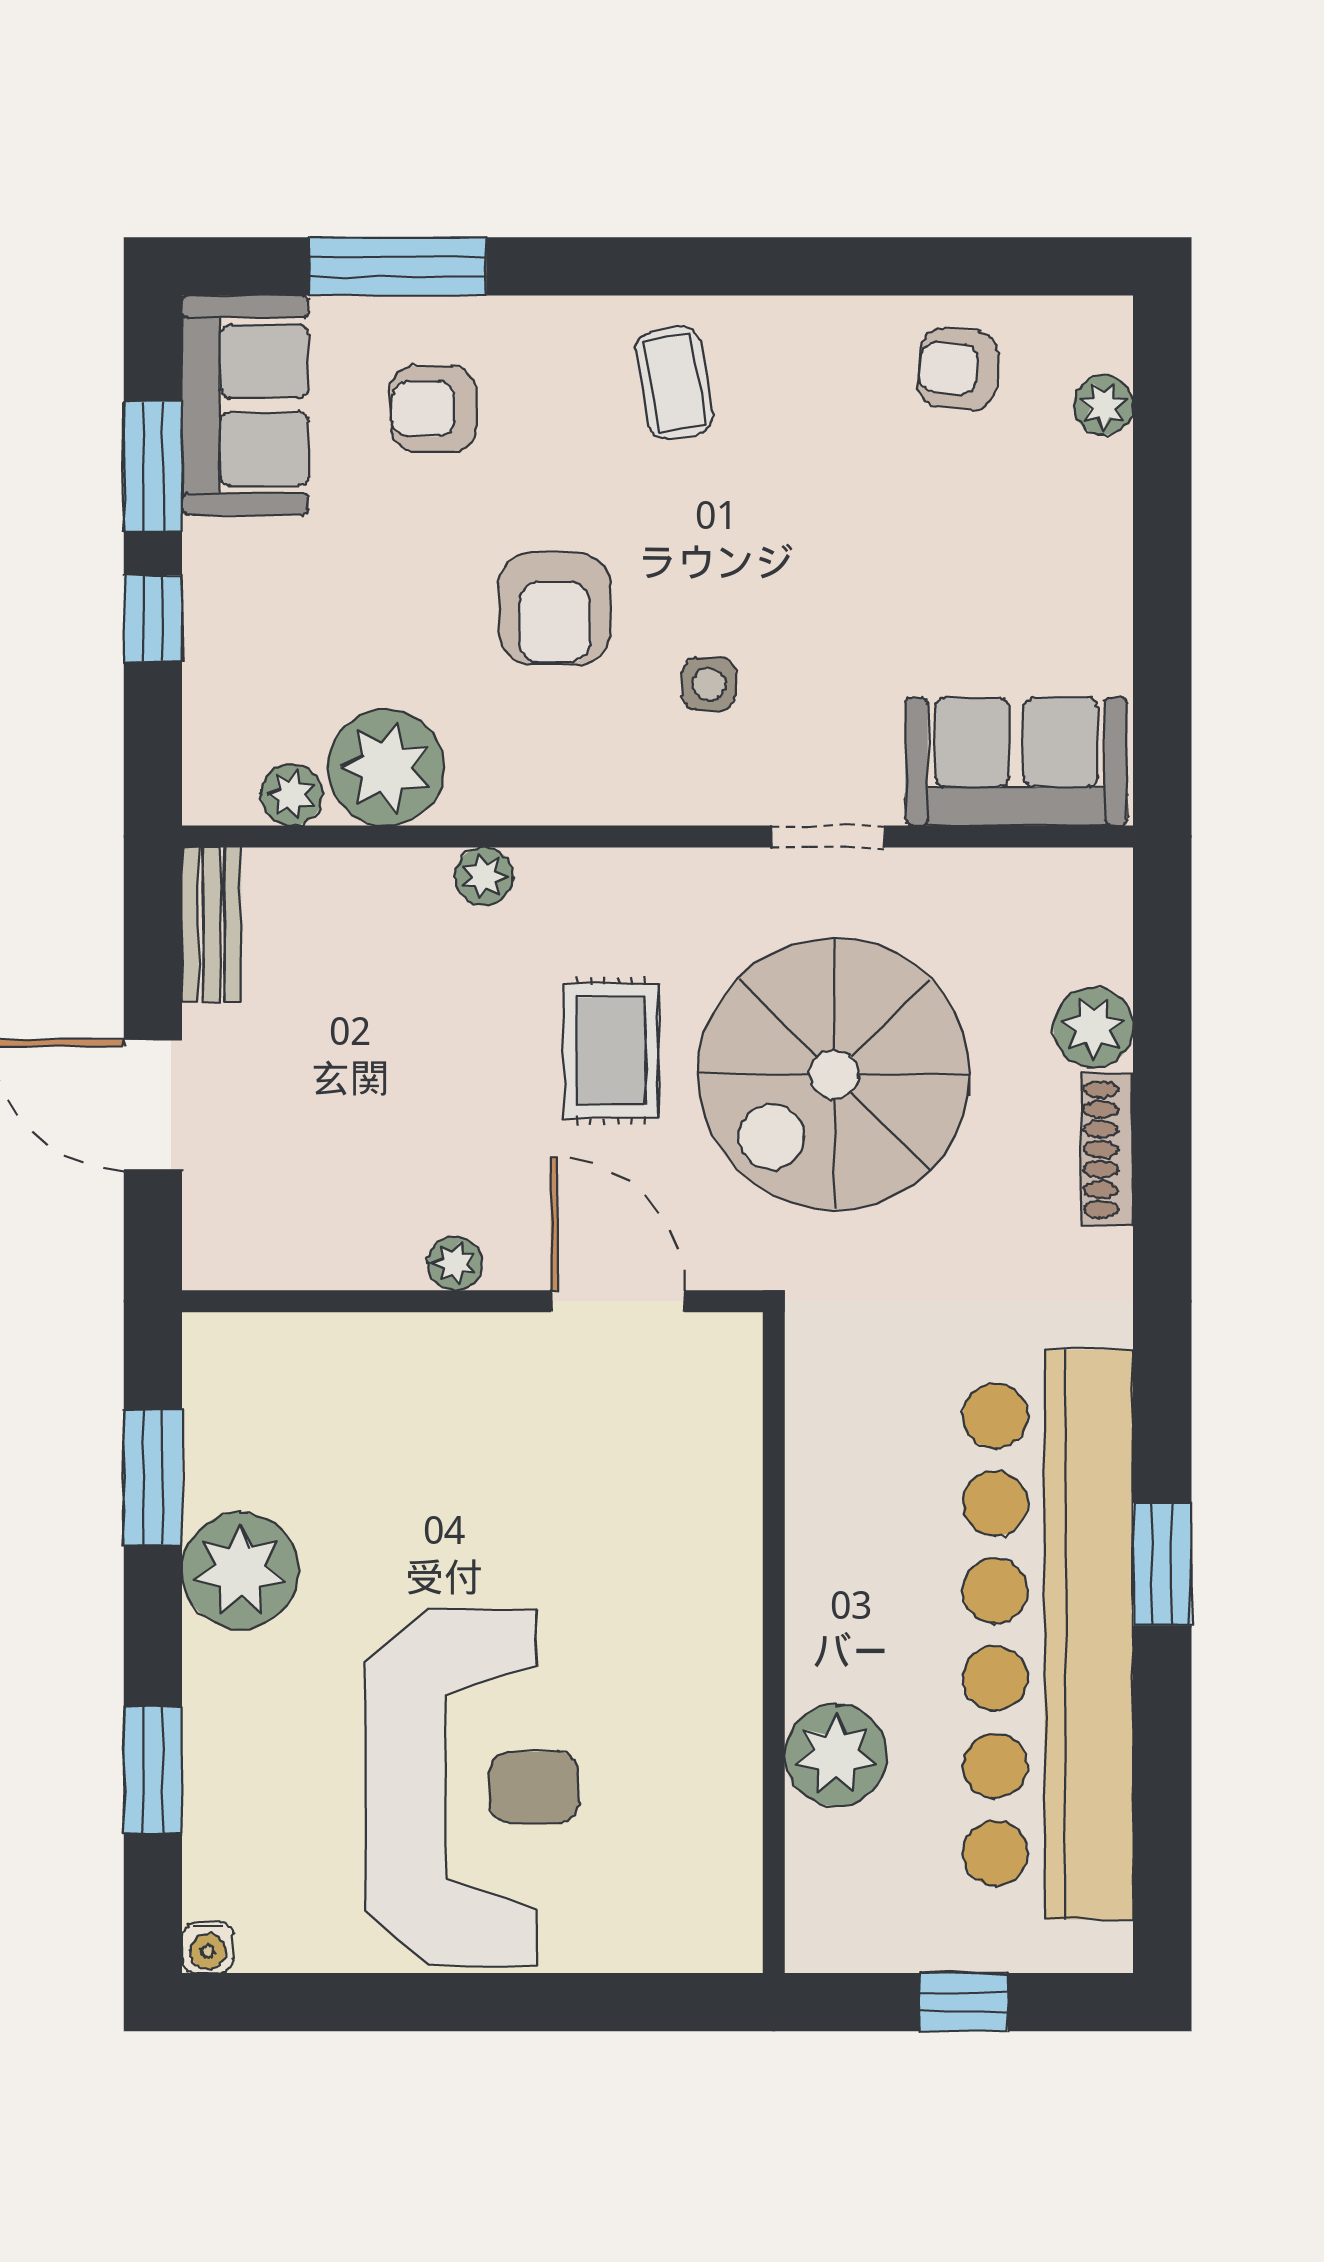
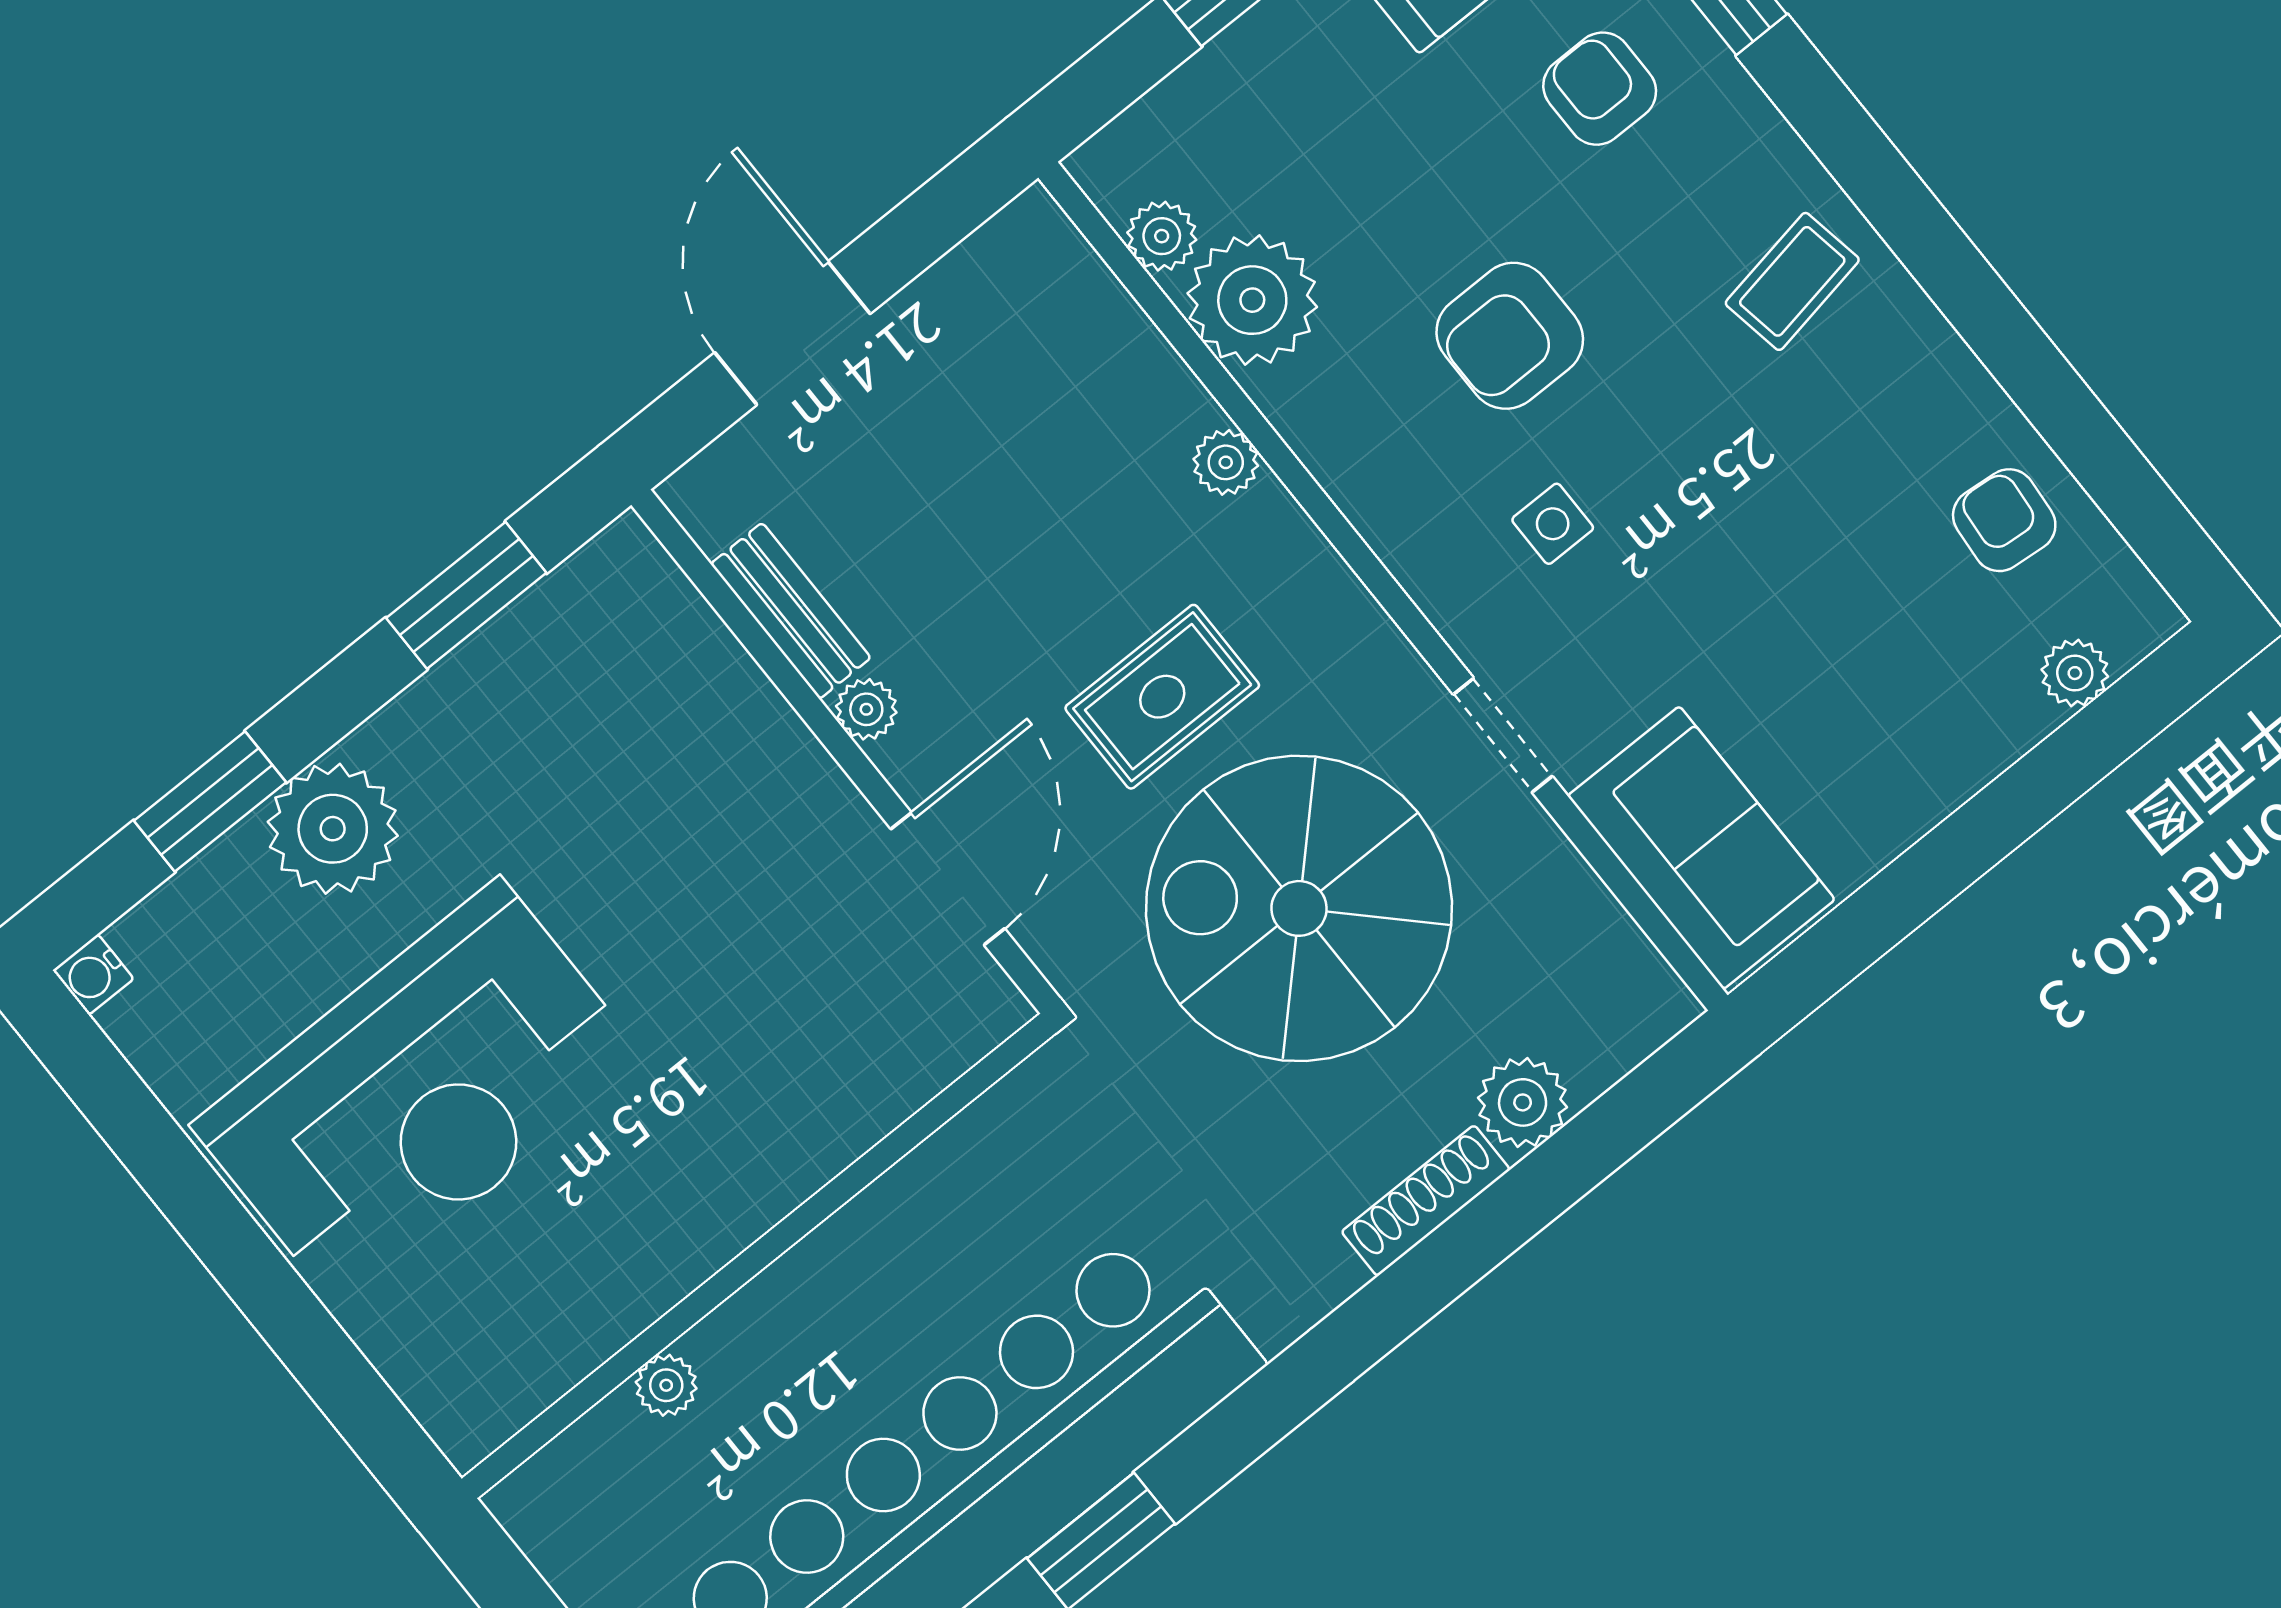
bench: (211, 925) -> (791, 611), moved, turned 90
plant: (240, 1571) -> (333, 829), moved
plant: (836, 1755) -> (666, 1385), width x0.53, depth x0.53

